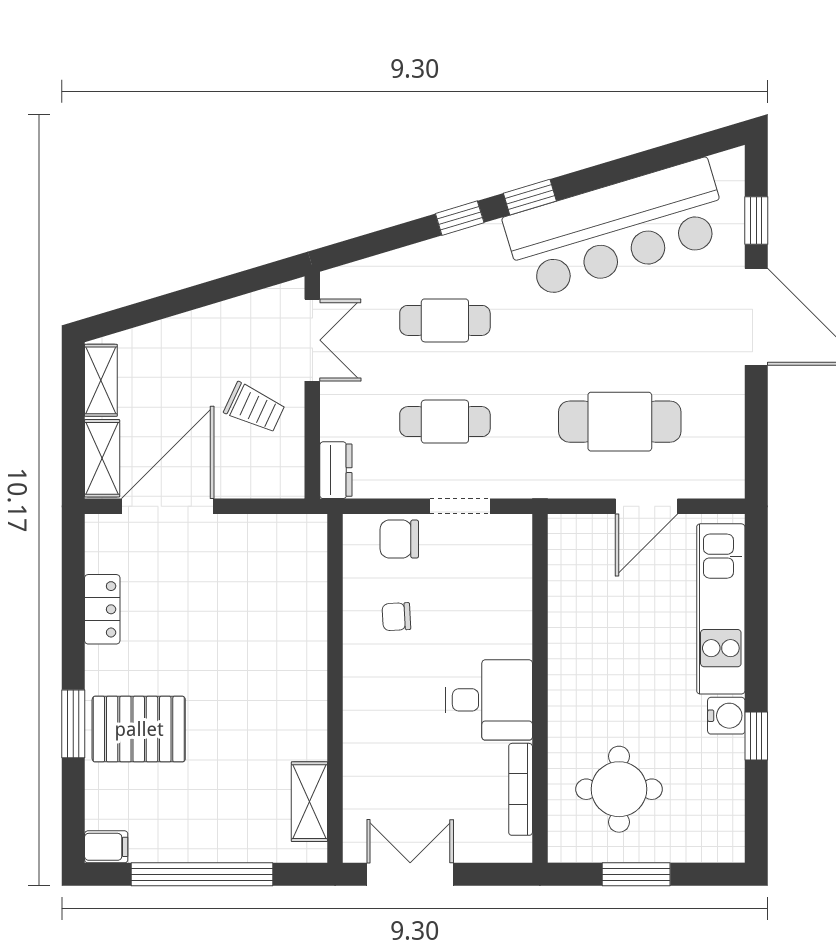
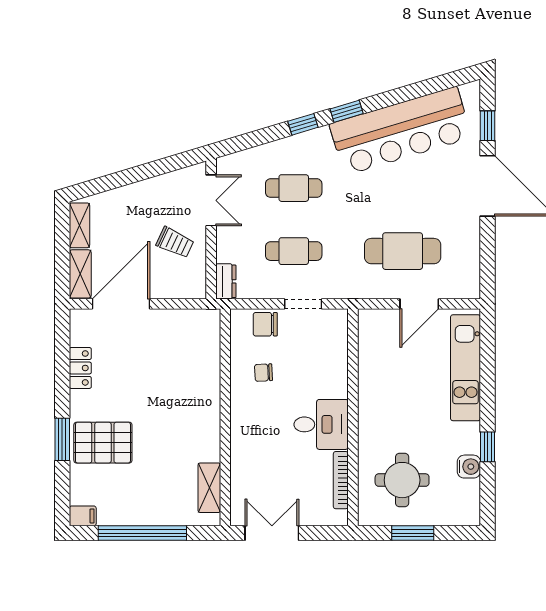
water cooler: (726, 716) -> (469, 467), moved

